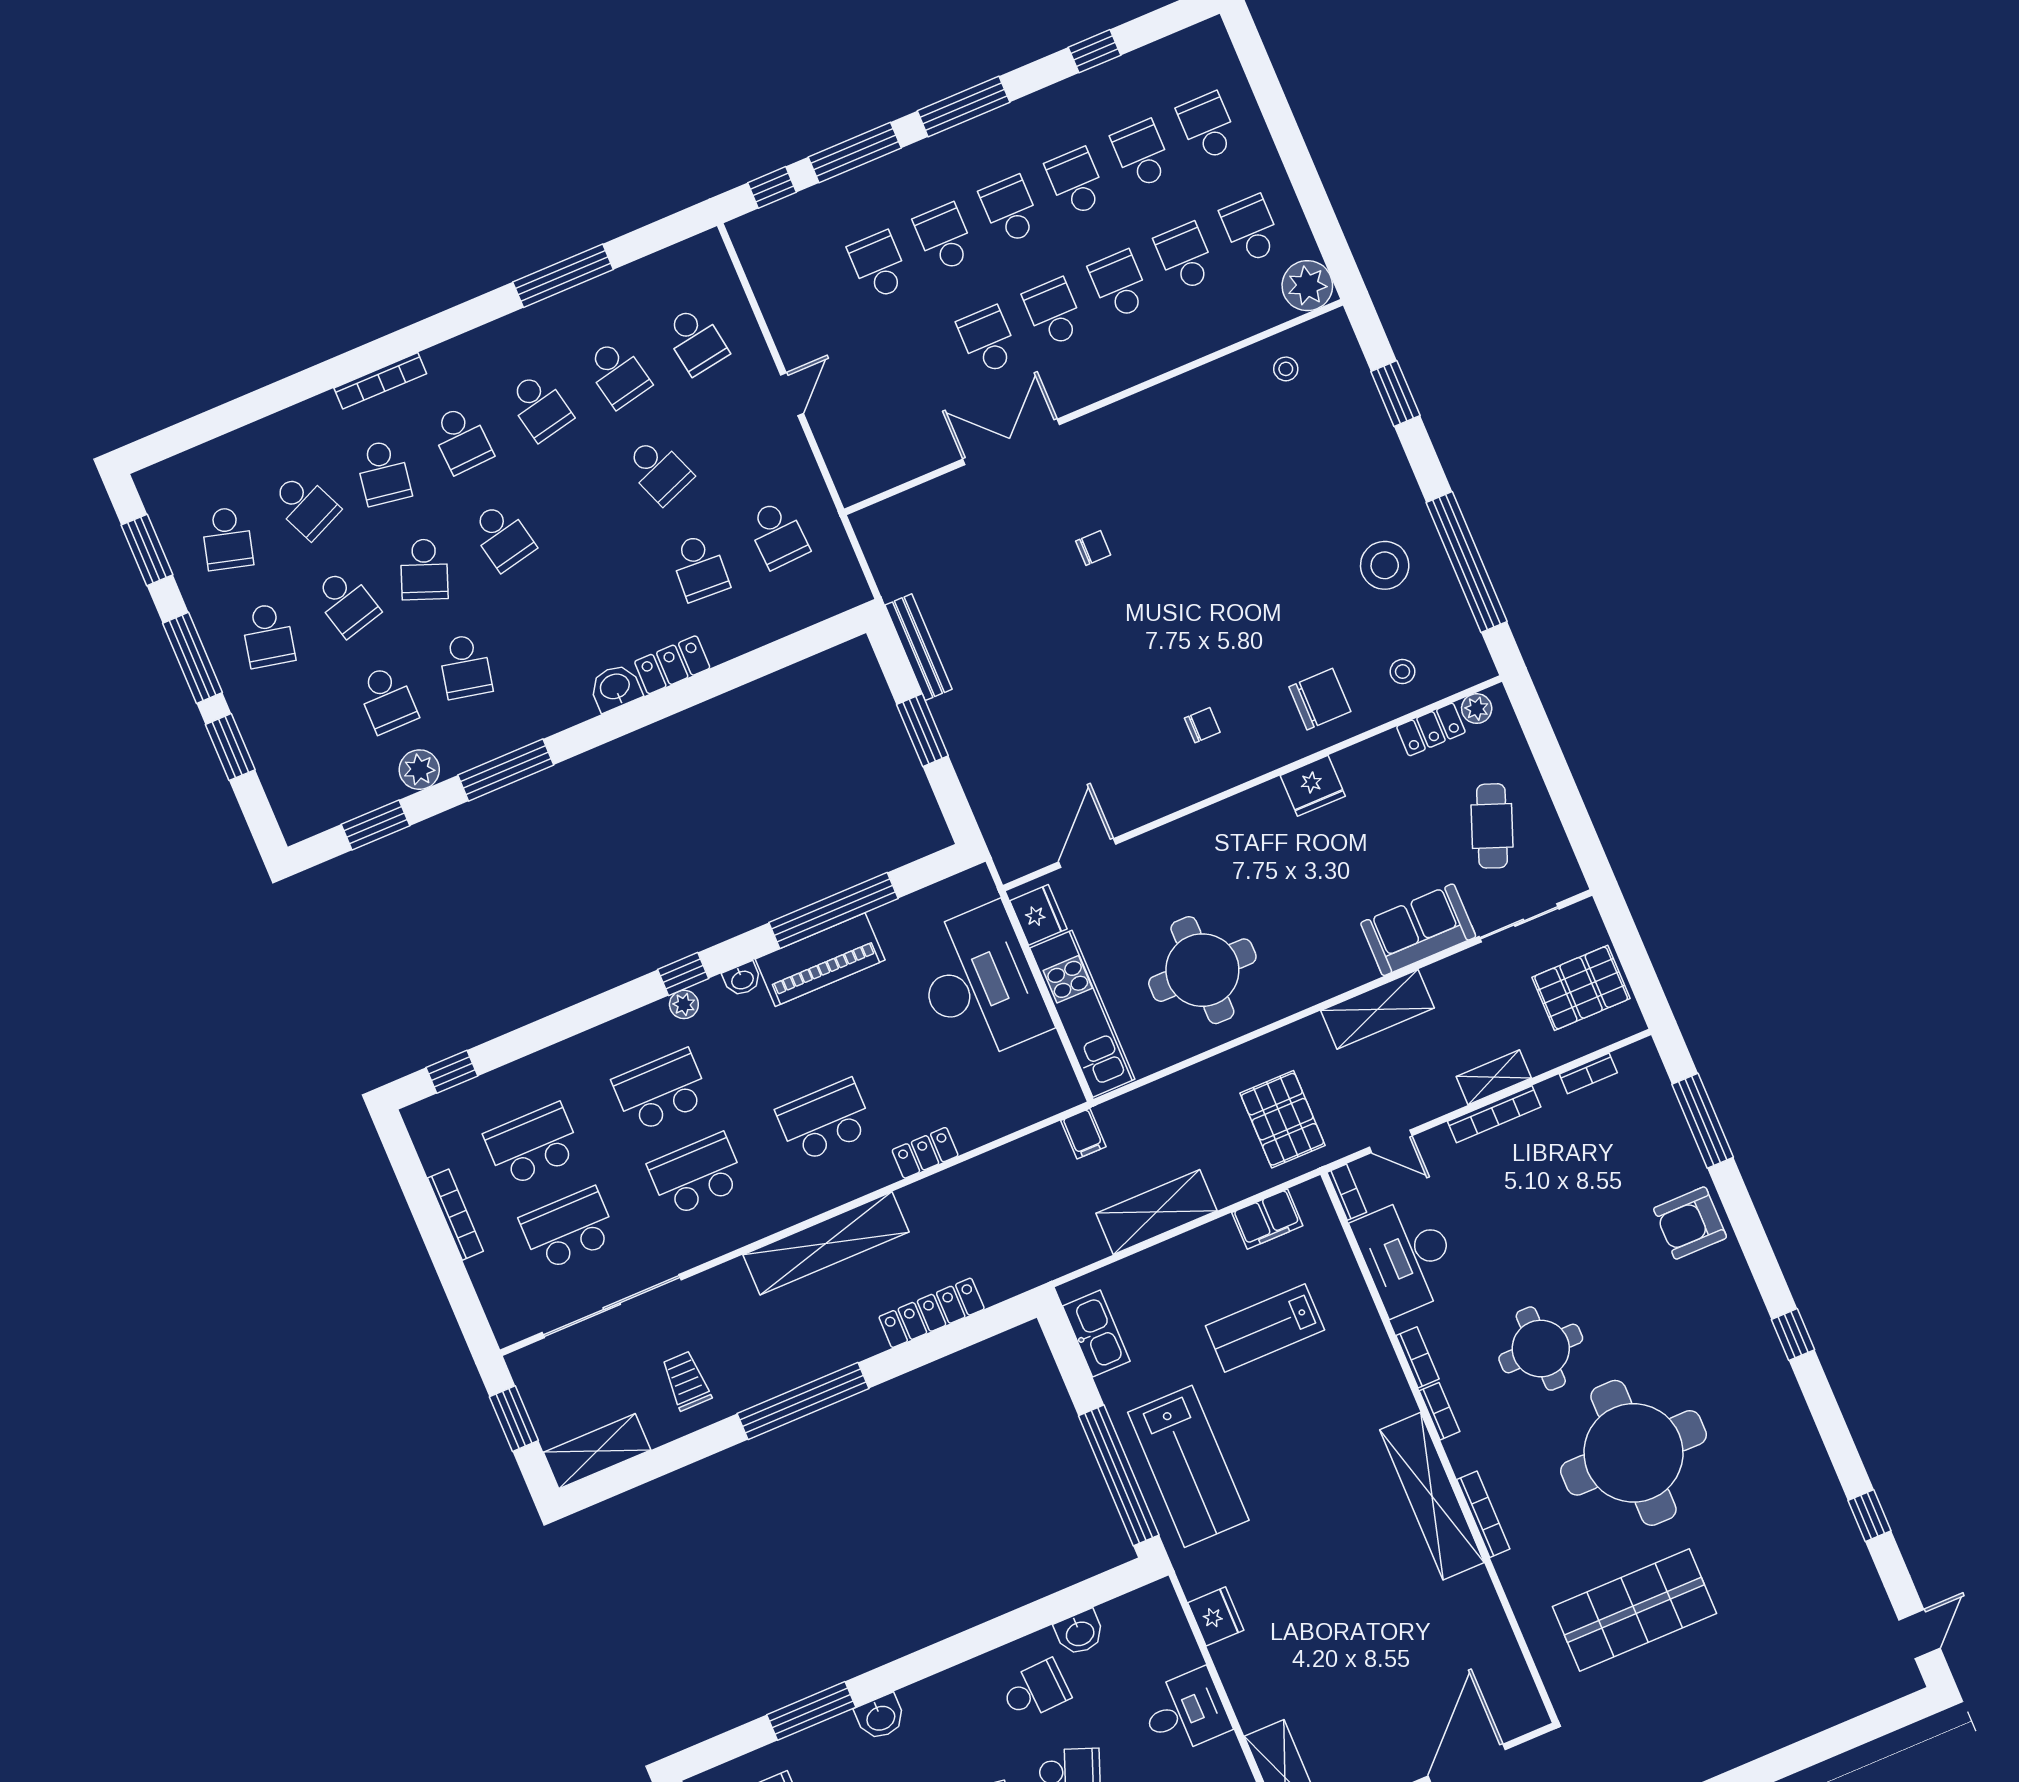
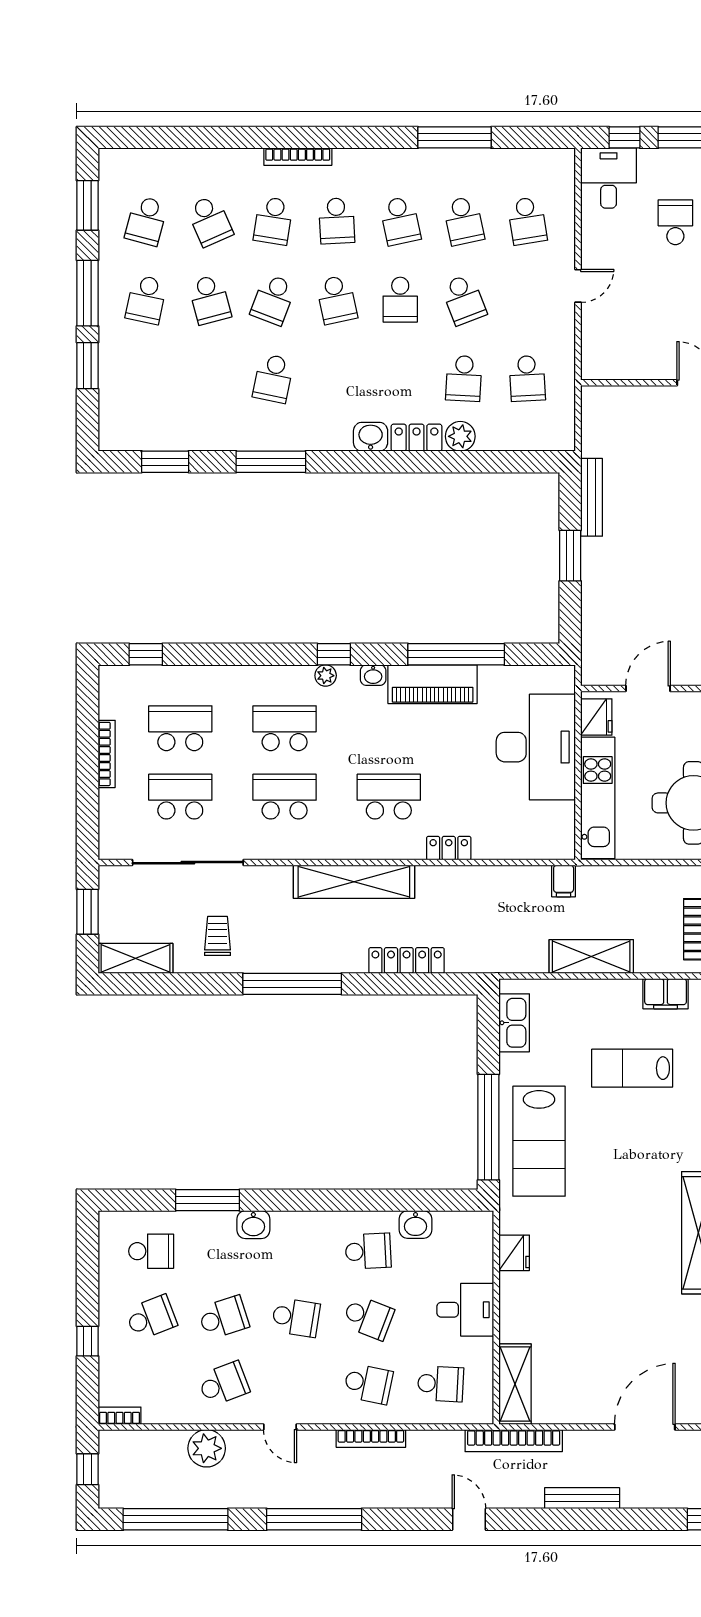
desk: (773, 246) -> (609, 178), added
school desk: (387, 699) -> (400, 300), moved
plant: (419, 770) -> (460, 436), moved

